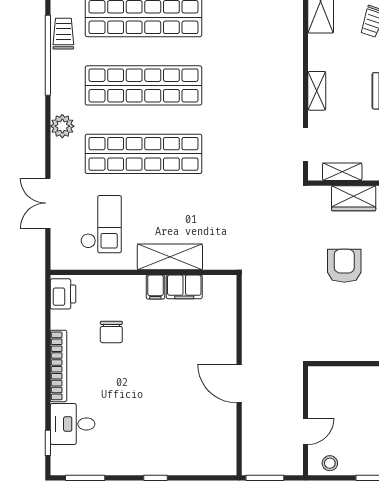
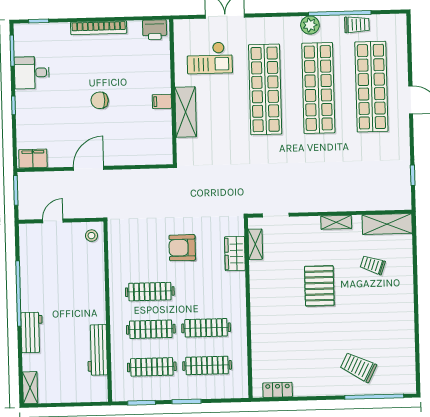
shelving: (317, 91) -> (336, 222), moved
plant: (62, 126) -> (310, 25), moved
armchair: (344, 266) -> (182, 248), turned 180
filing cabinet: (184, 287) -> (33, 158), moved, turned 90
chair: (111, 332) -> (100, 100), moved
desk: (73, 424) -> (32, 73), moved, turned -90
door: (305, 431) -> (53, 221), swing flipped
stool: (330, 463) -> (91, 236), moved

